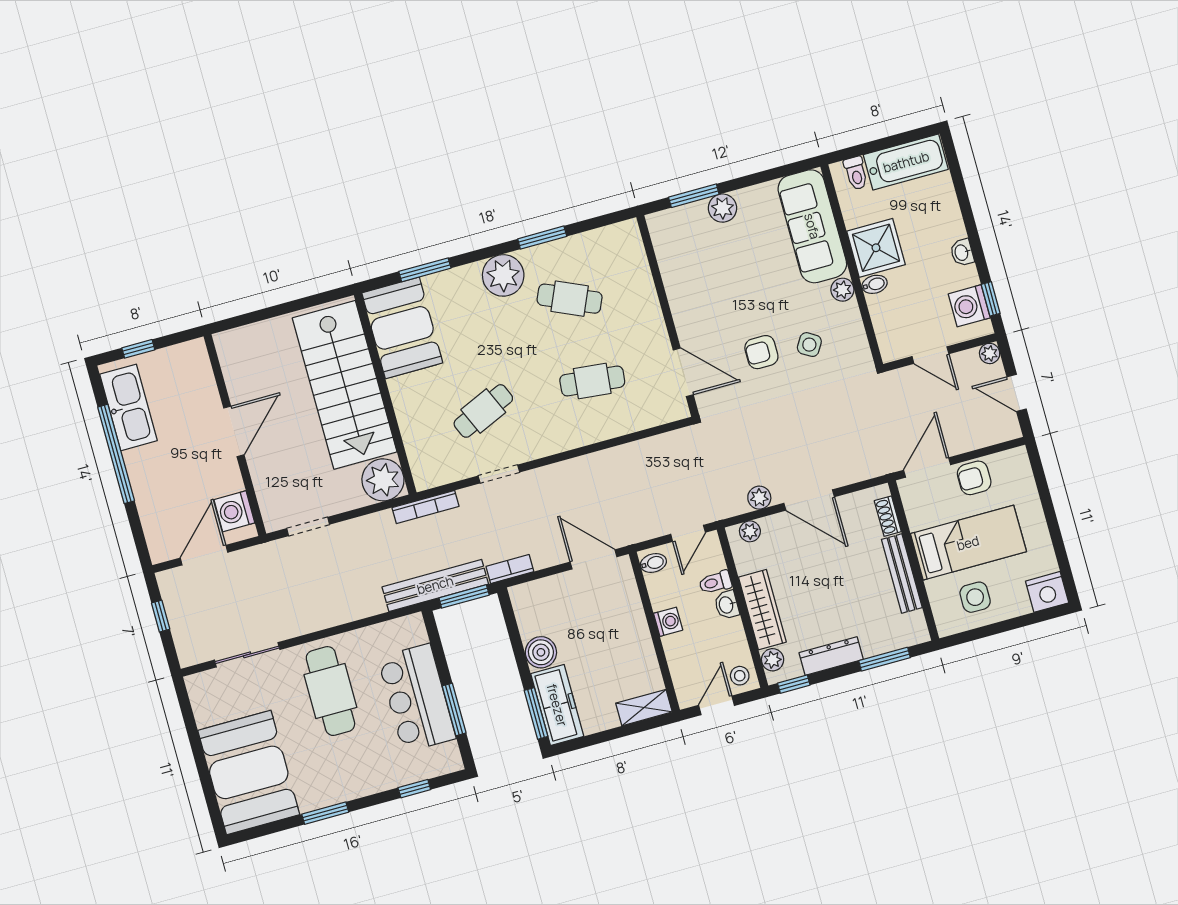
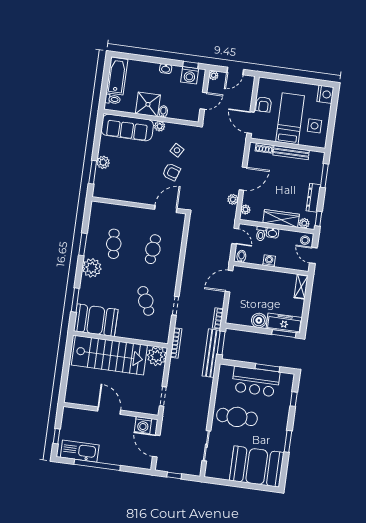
cafe table: (570, 299) -> (114, 244), turned -30
armchair: (761, 352) -> (171, 172), turned -72

